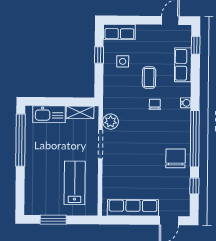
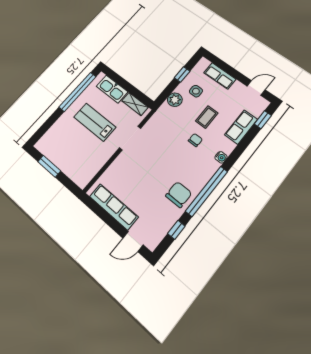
row of seats: (119, 32) -> (220, 76), moved
plant: (111, 122) -> (175, 100), moved
lab bench: (75, 183) -> (95, 122), moved, turned -90

